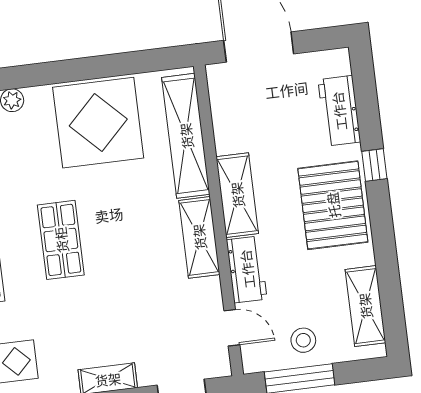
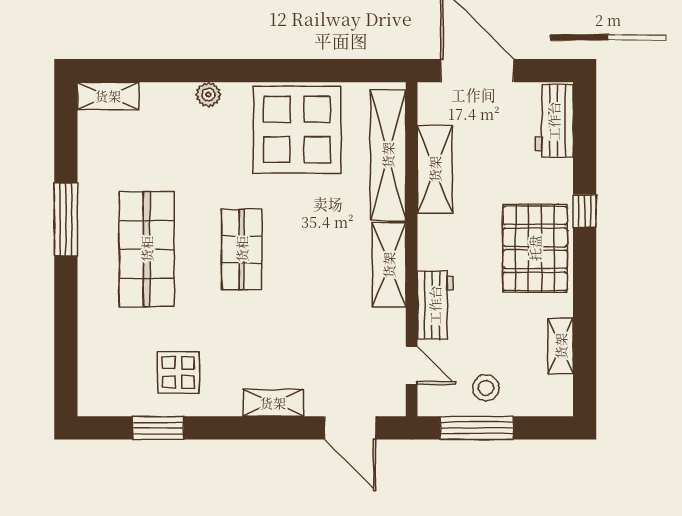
workbench: (339, 111) -> (554, 121), moved
shelving: (237, 195) -> (435, 169), moved
shelving: (365, 306) -> (561, 346), width x0.67, depth x0.75

